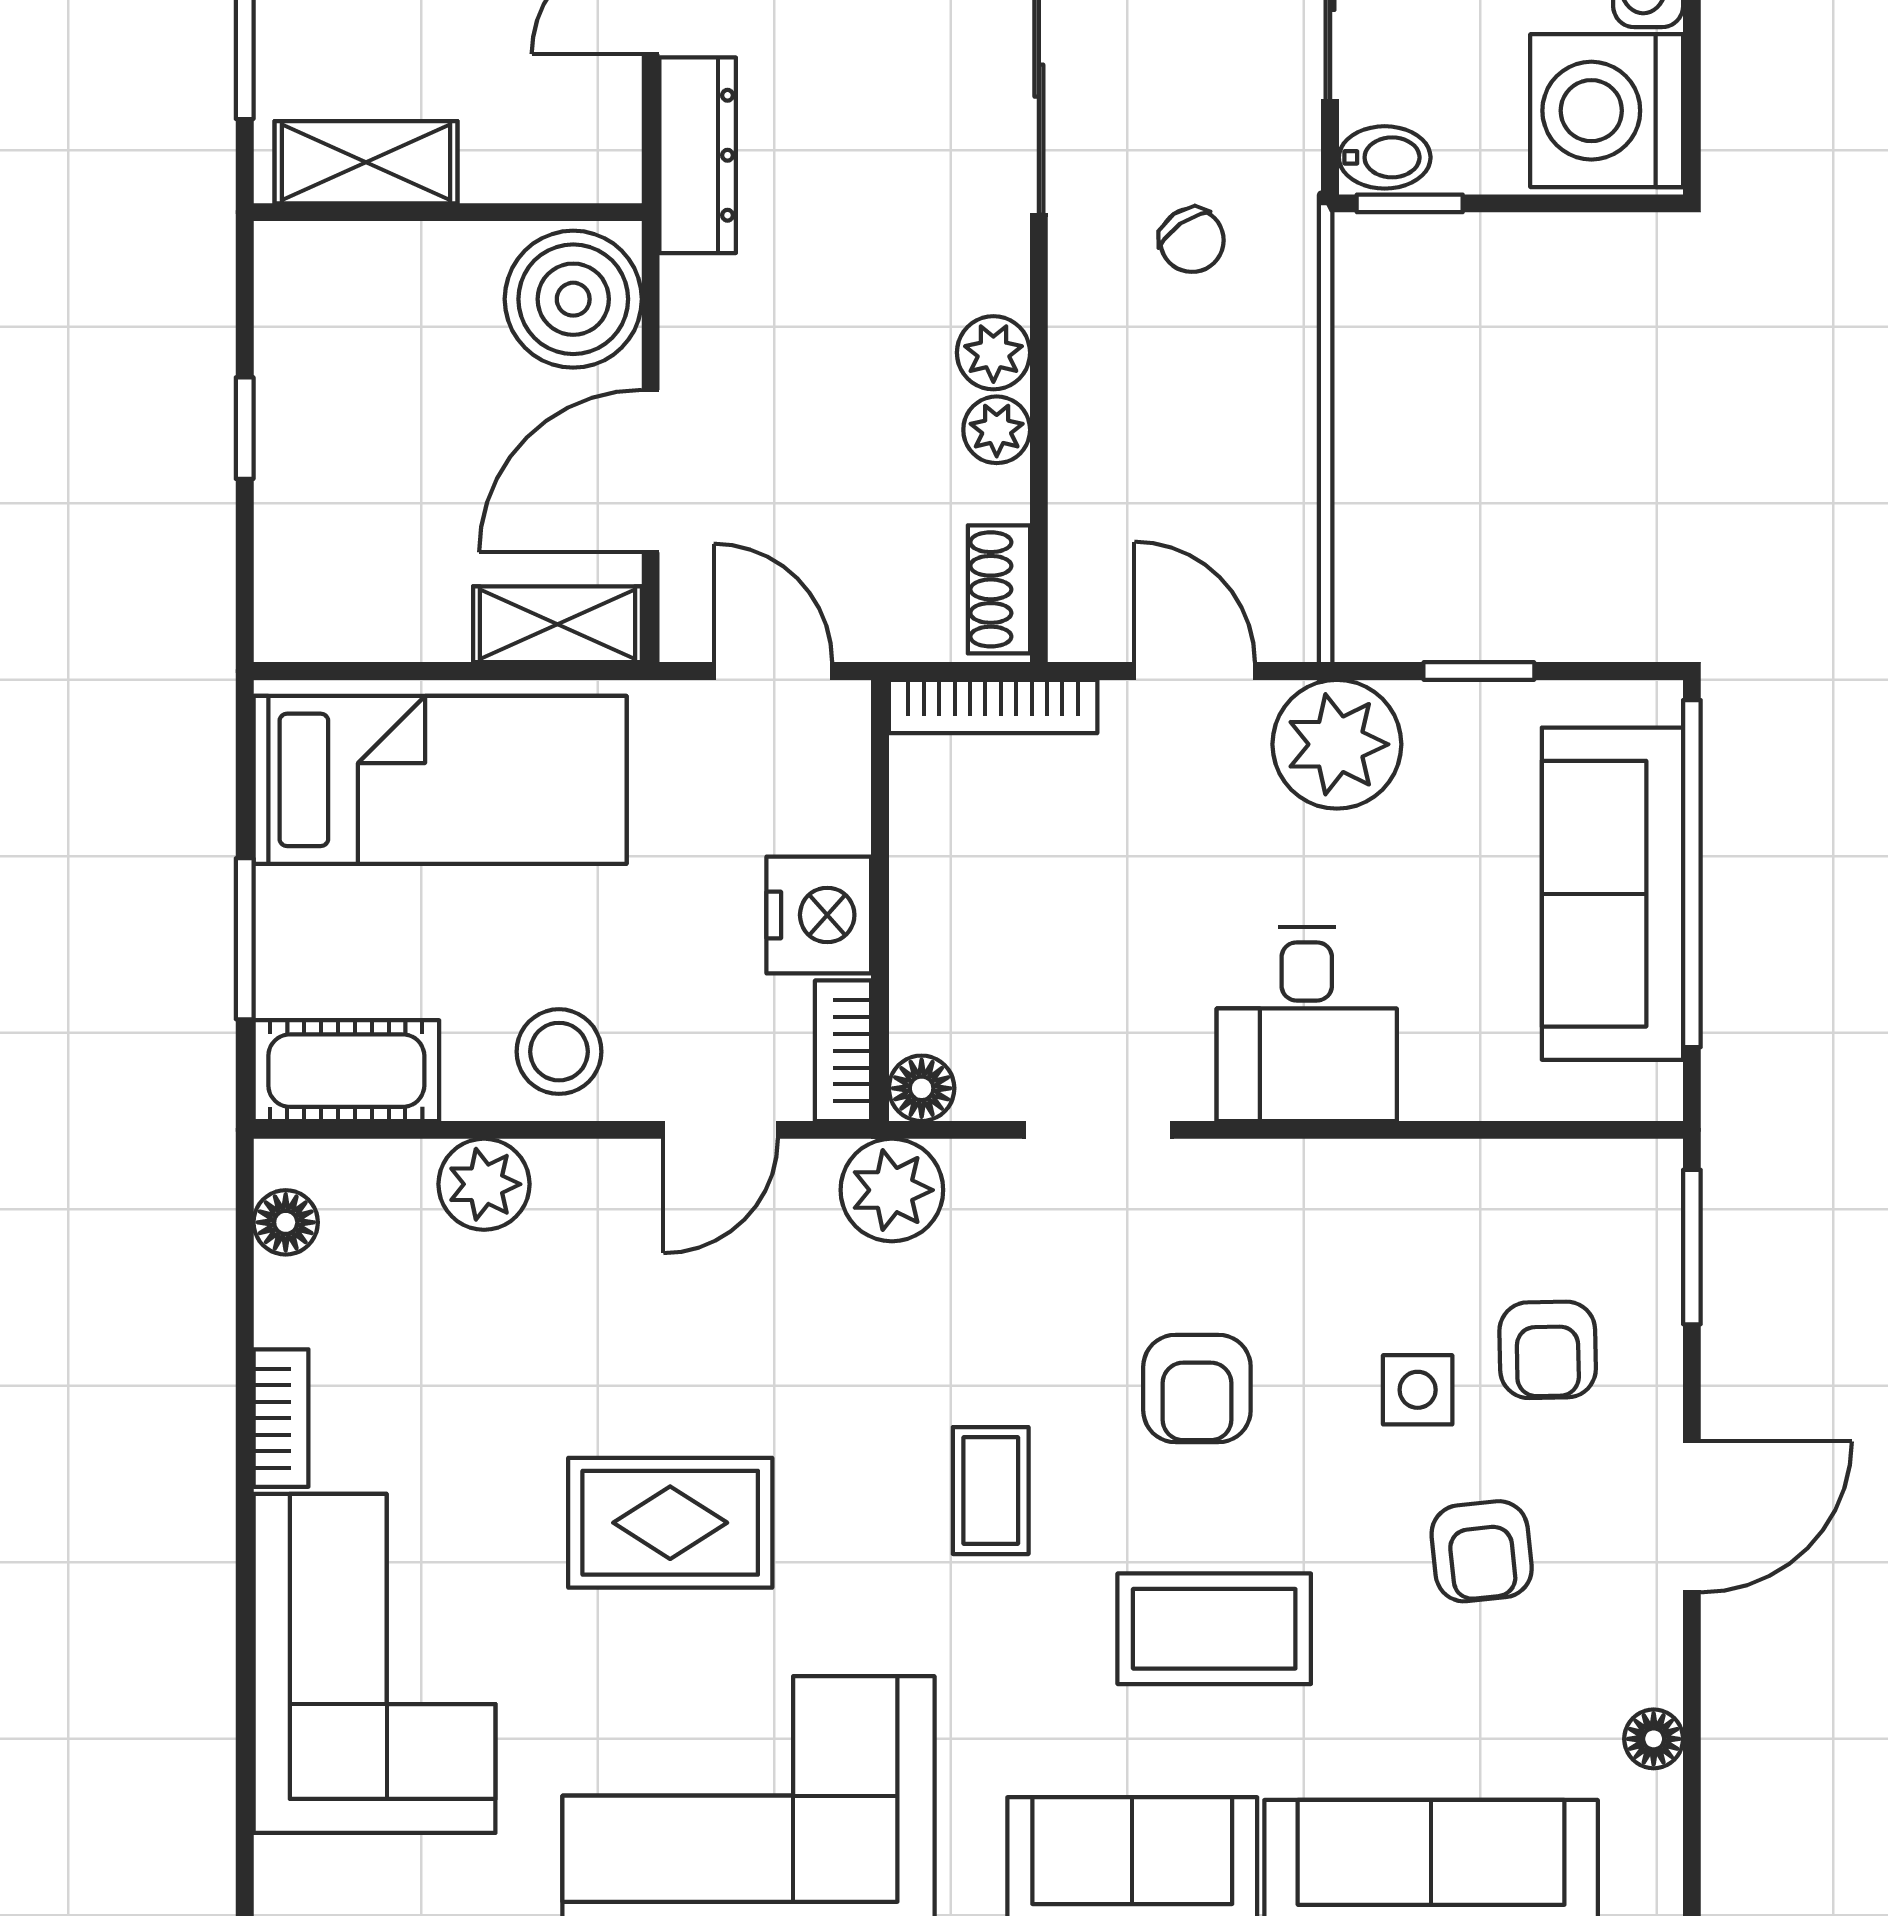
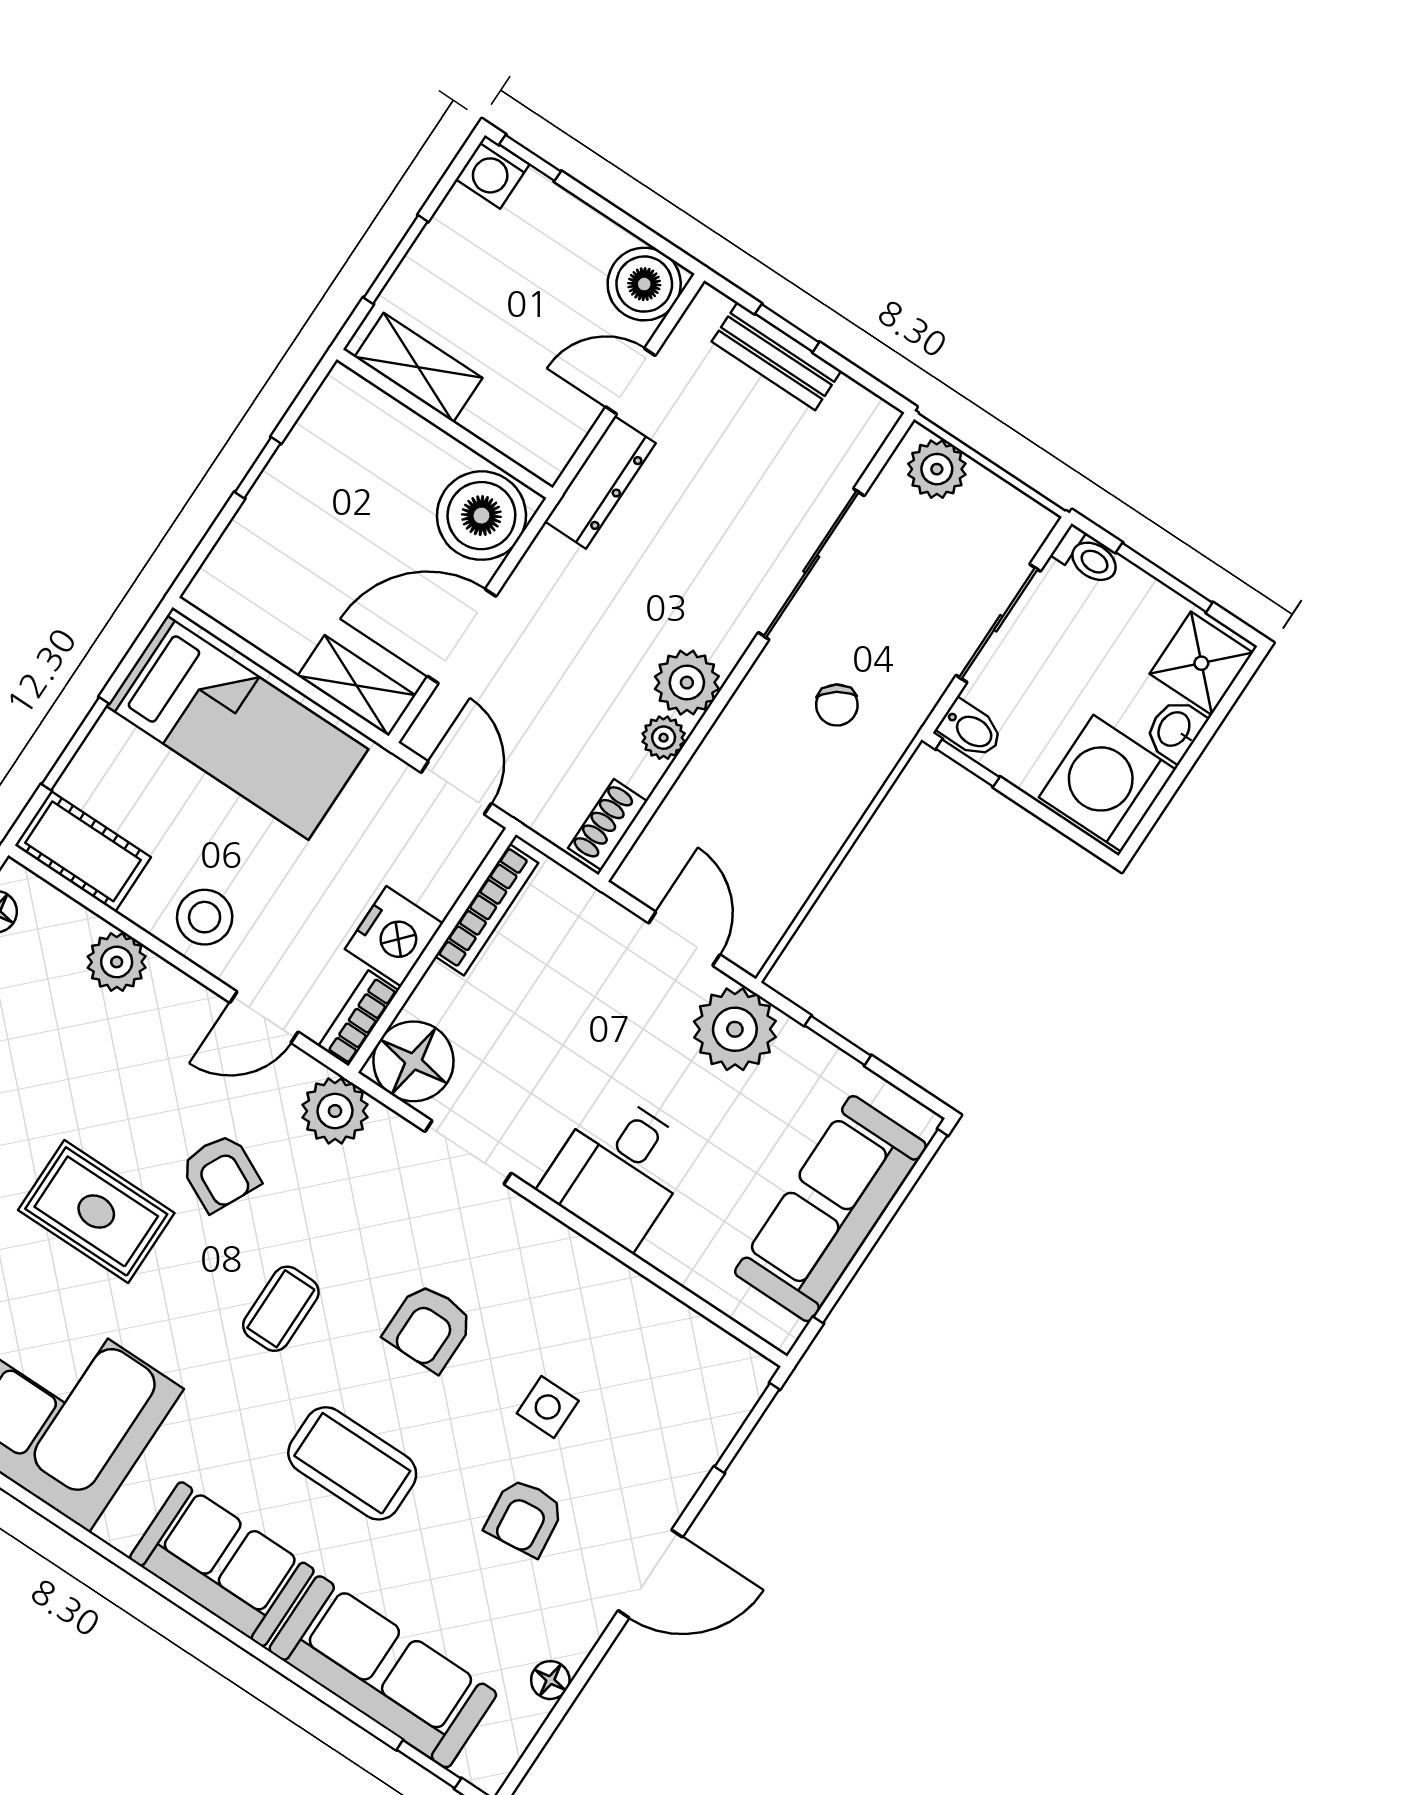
plant: (993, 353) -> (687, 683), width x1.38, depth x1.38
bookcase: (993, 707) -> (487, 910), moved, turned -90
floor lamp: (922, 1088) -> (413, 1061), width x1.89, depth x1.89
armchair: (1548, 1350) -> (220, 1173), moved, turned -63

